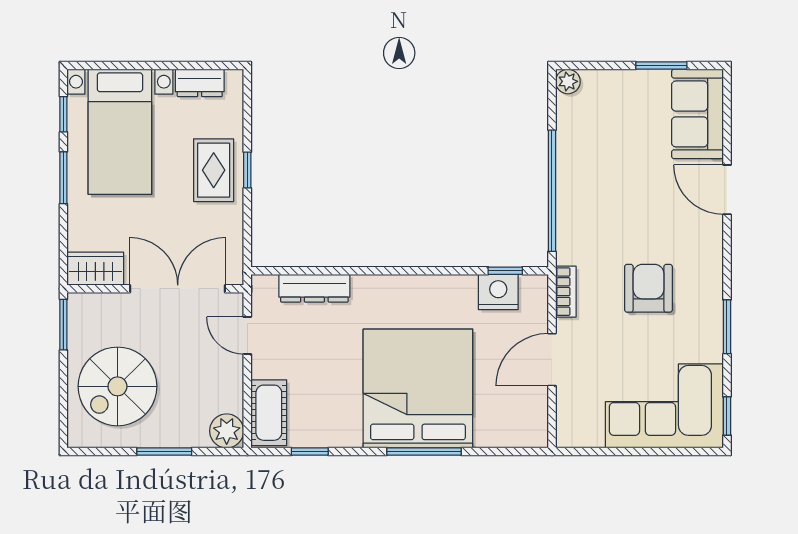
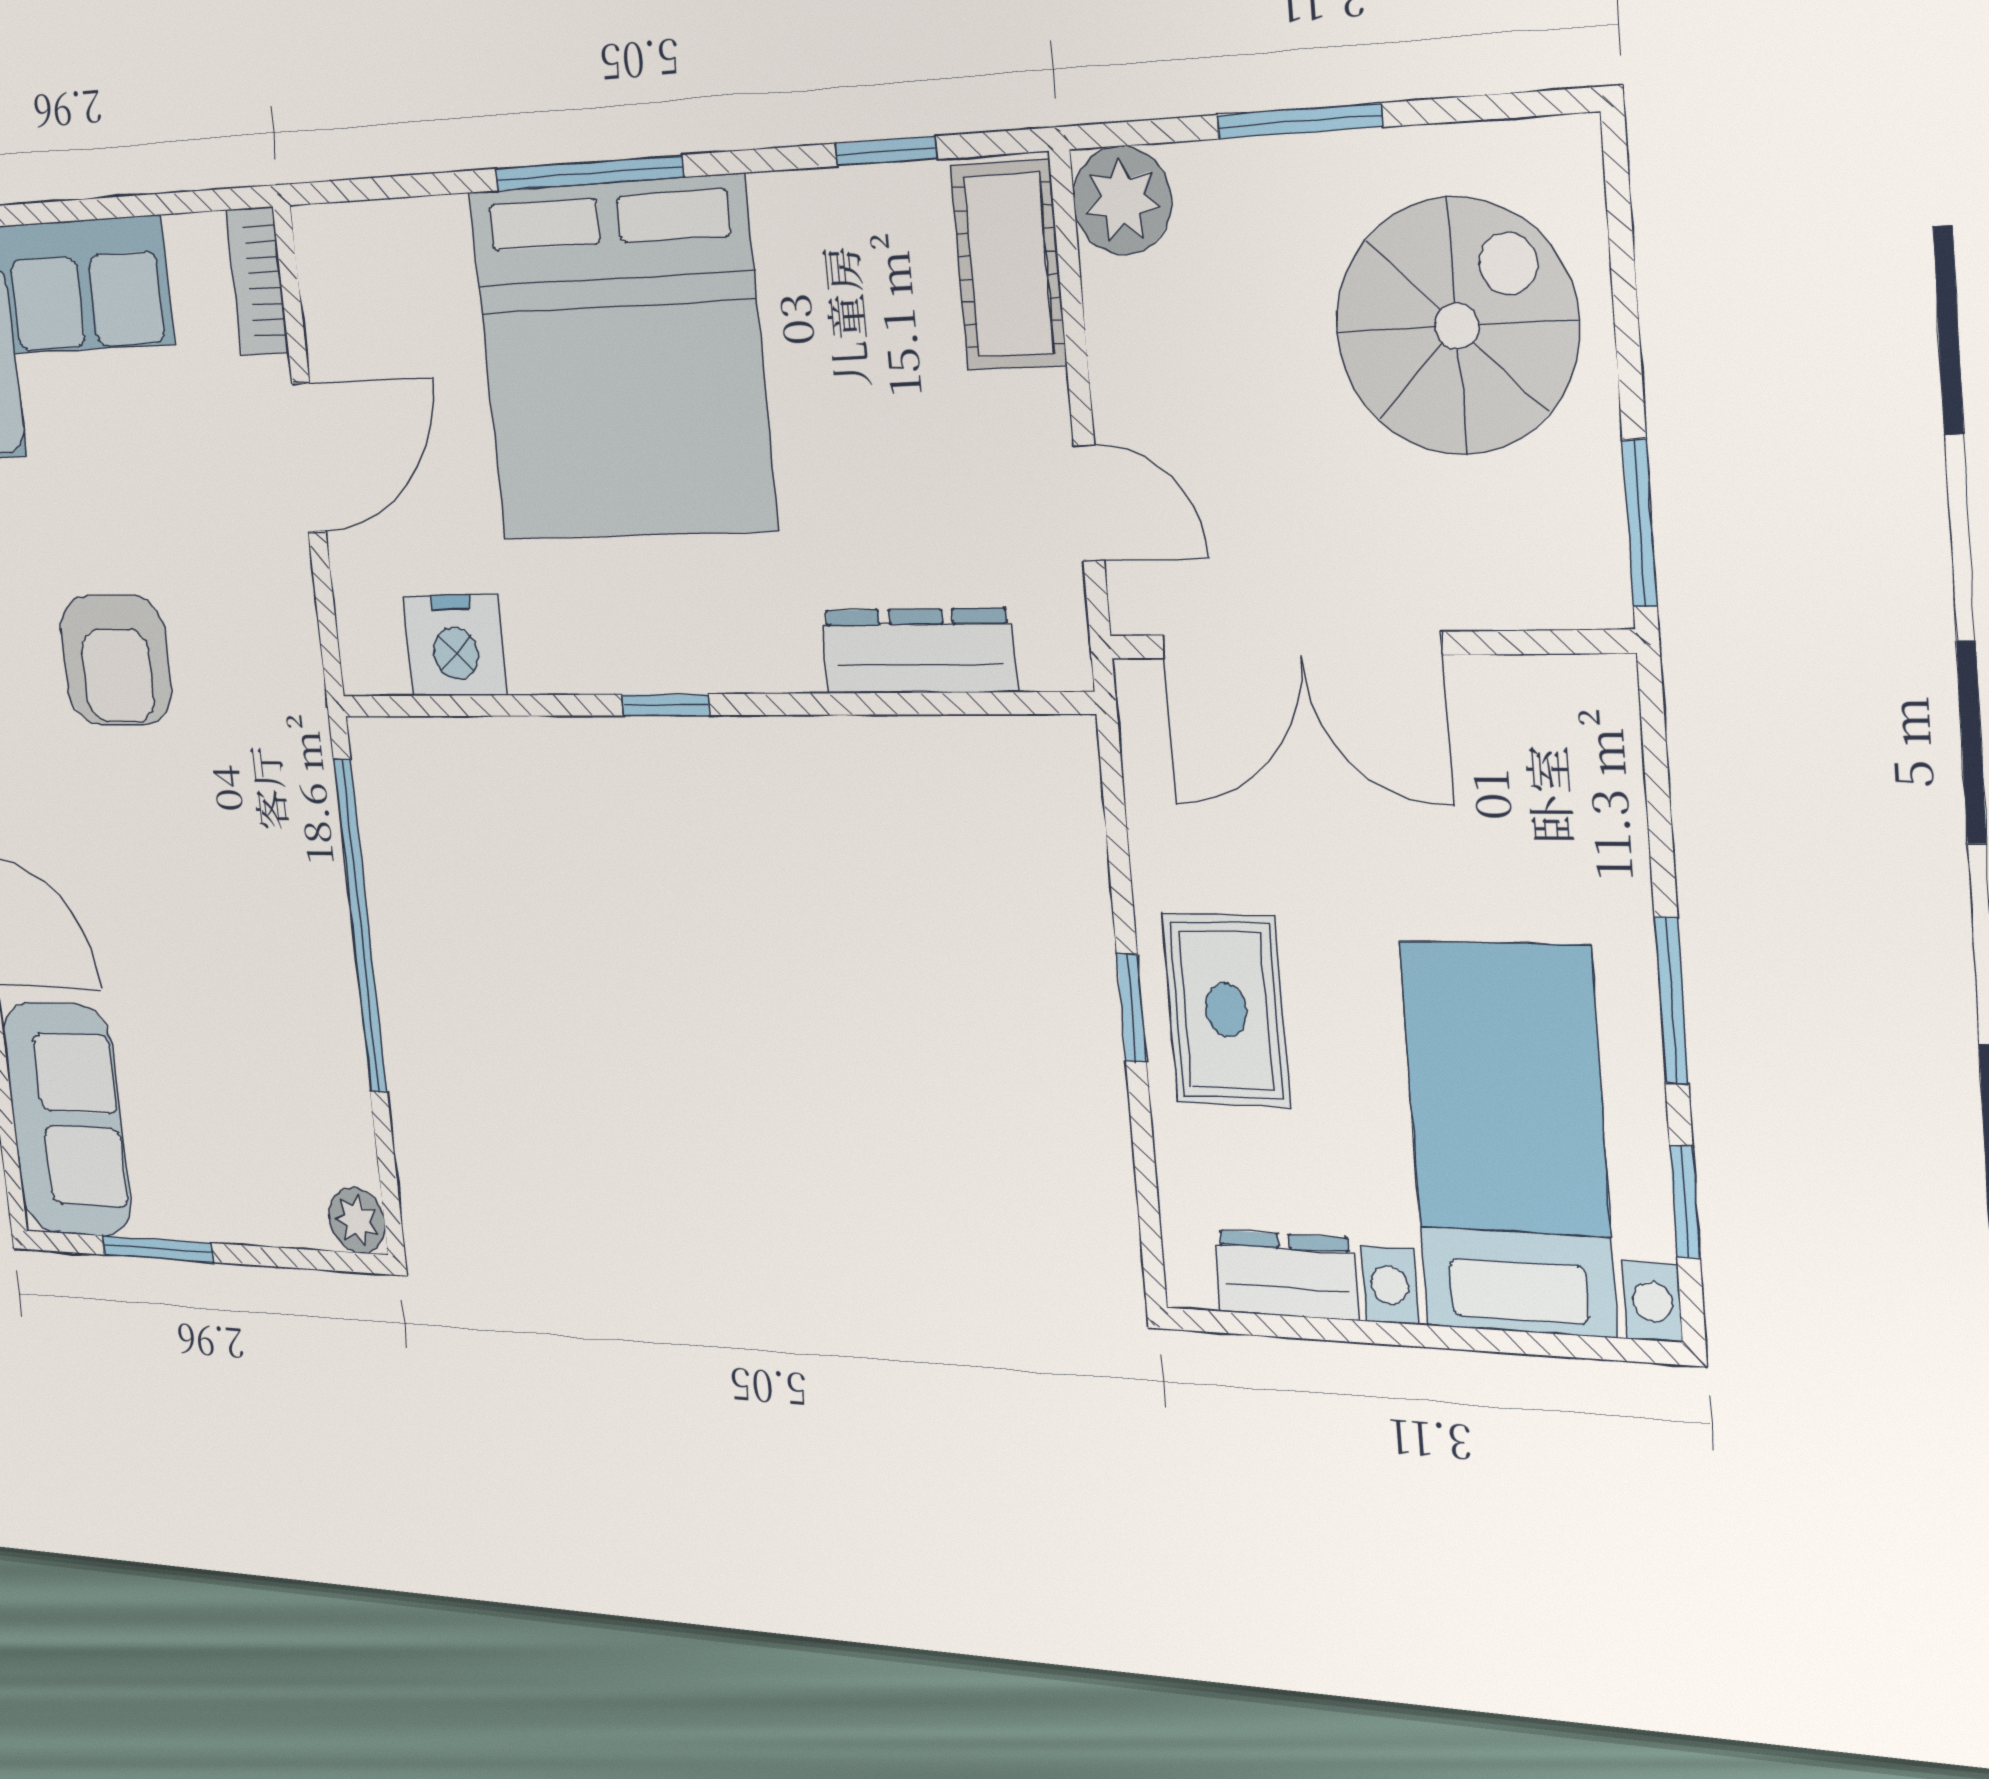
wardrobe: (95, 269) -> (1552, 707), removed
window: (505, 271) -> (666, 705), moved
bookcase: (566, 292) -> (257, 281), moved

